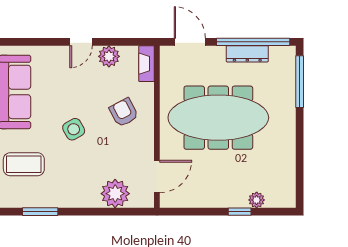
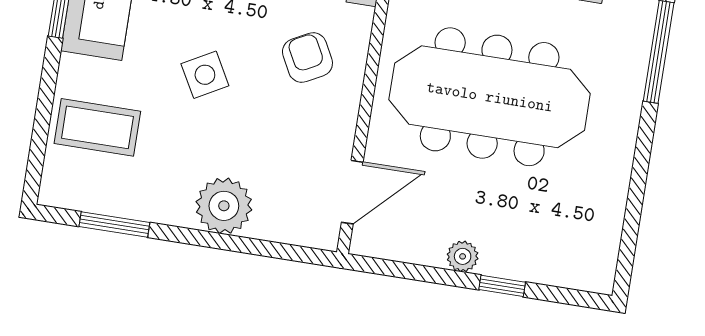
plant: (115, 194) -> (224, 206), moved
plant: (257, 200) -> (463, 256), moved

